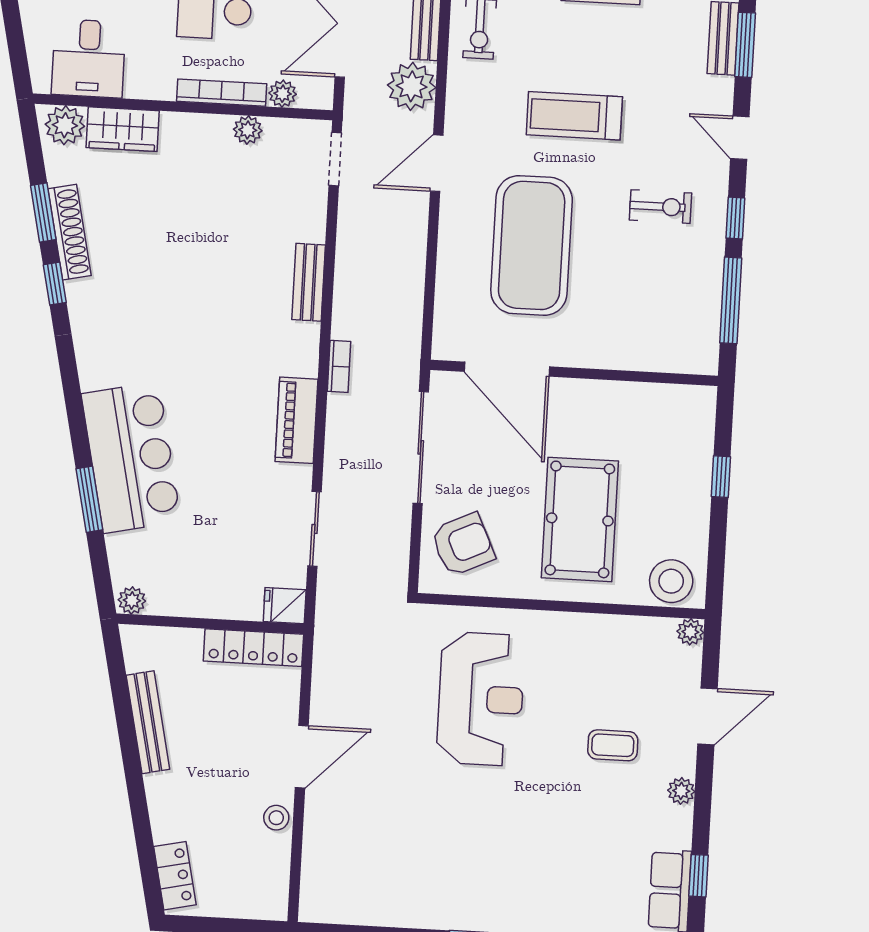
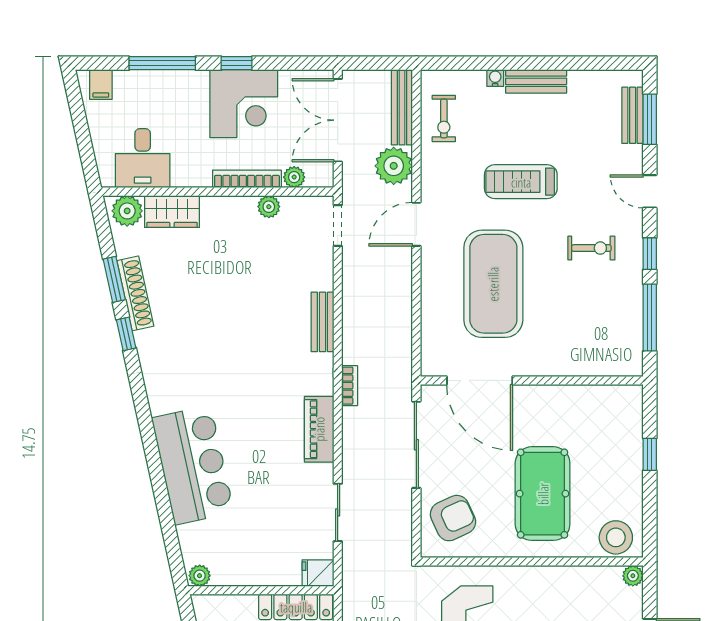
window: (89, 499) -> (162, 499), removed

